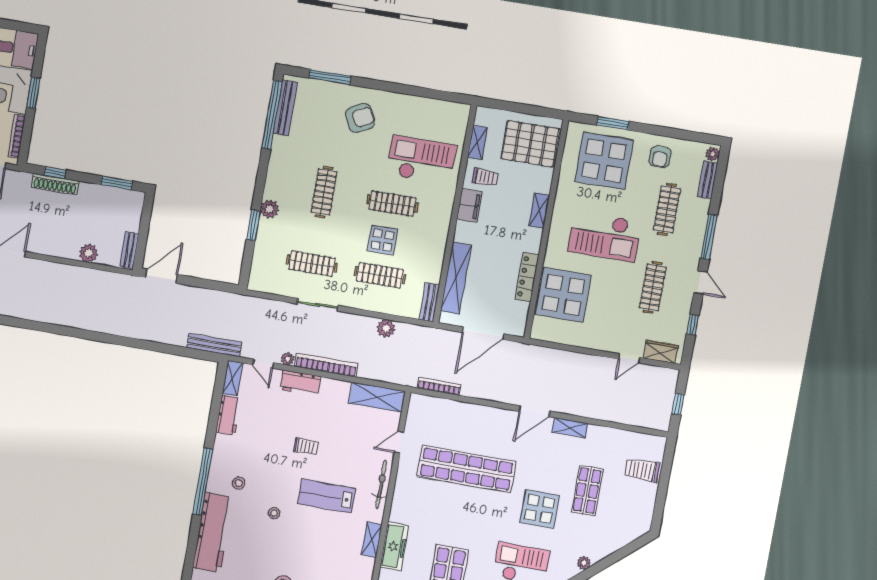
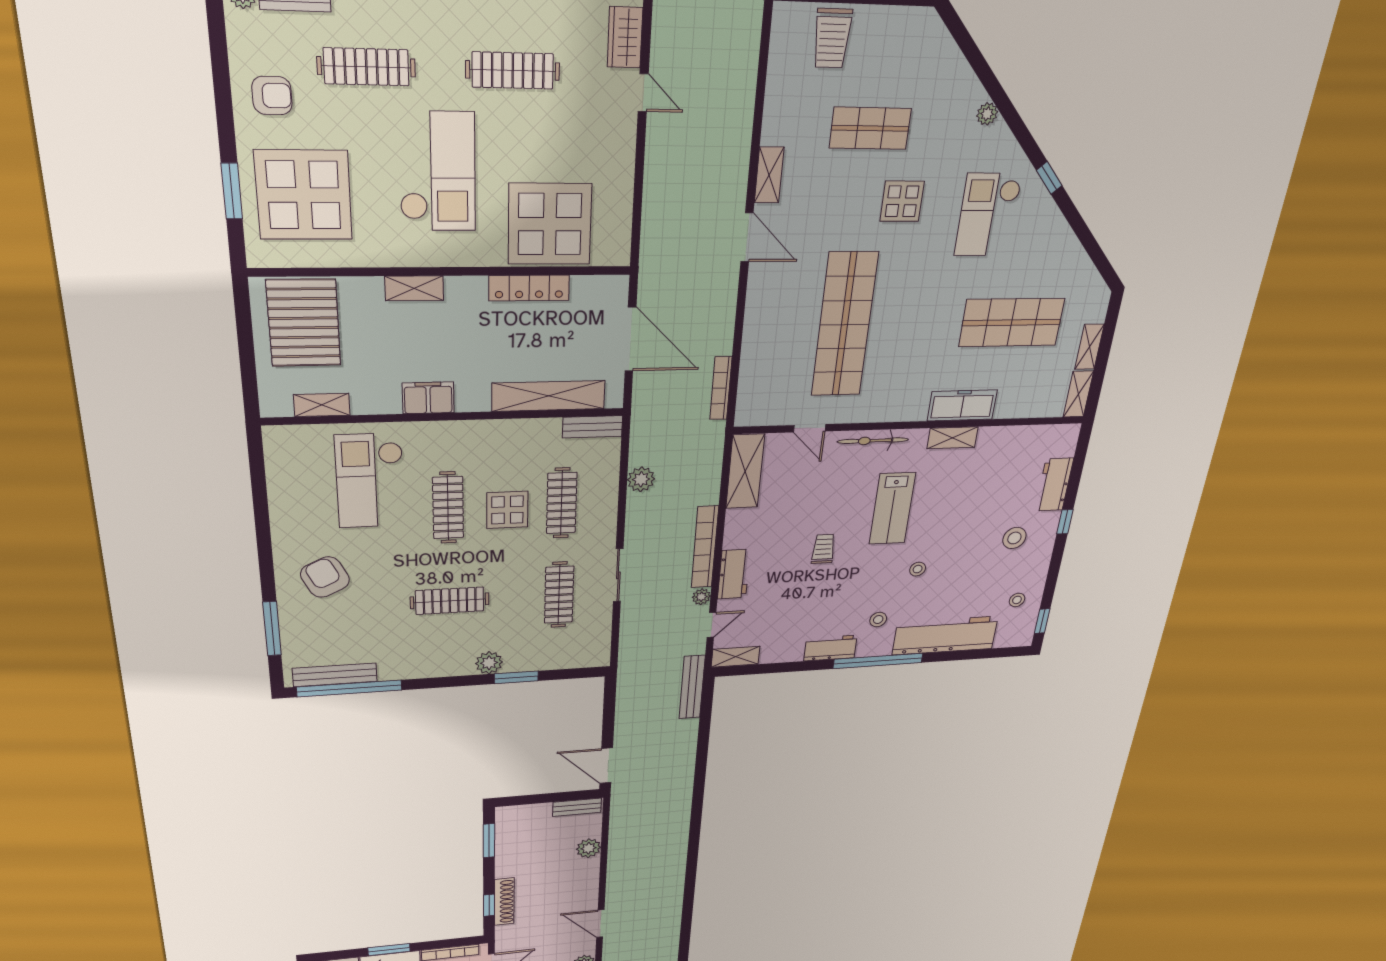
trolley: (485, 177) -> (377, 383), removed
workbench: (228, 415) -> (830, 648), moved
display table: (540, 509) -> (902, 201), width x0.73, depth x0.73

